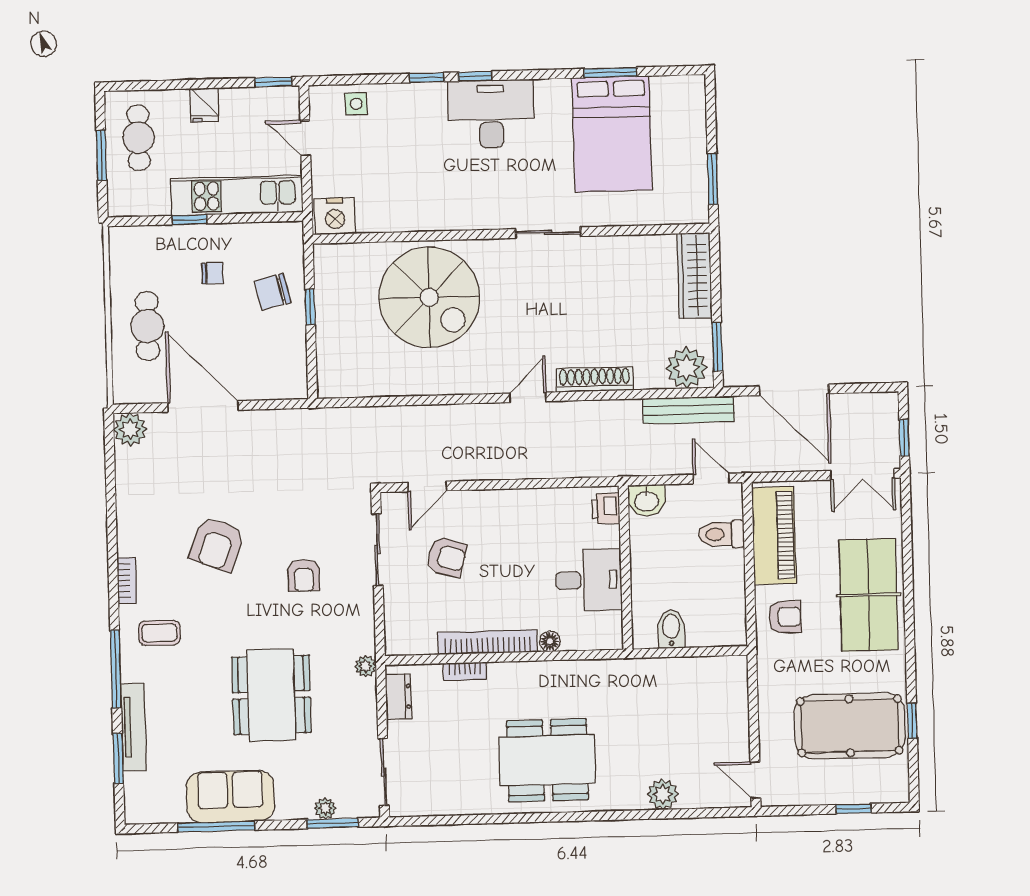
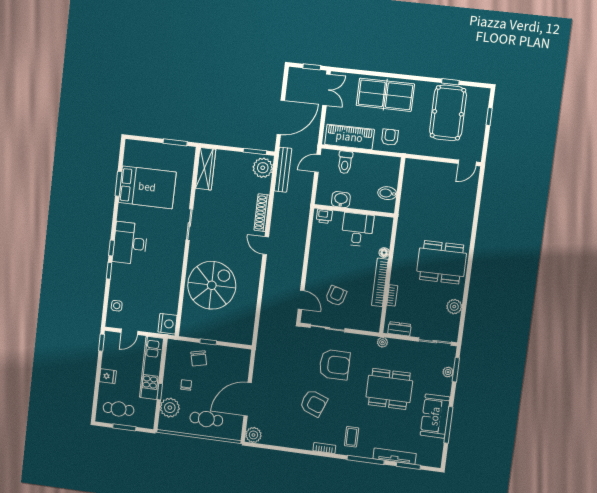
plant: (159, 246) -> (170, 408), added
wardrobe: (694, 276) -> (206, 169), moved, turned -90
washbasin: (647, 500) -> (341, 200), moved, turned -90
armchair: (304, 575) -> (335, 365), width x1.88, depth x1.88
dining table: (547, 760) -> (442, 262), turned 90
plant: (663, 794) -> (454, 307), moved

